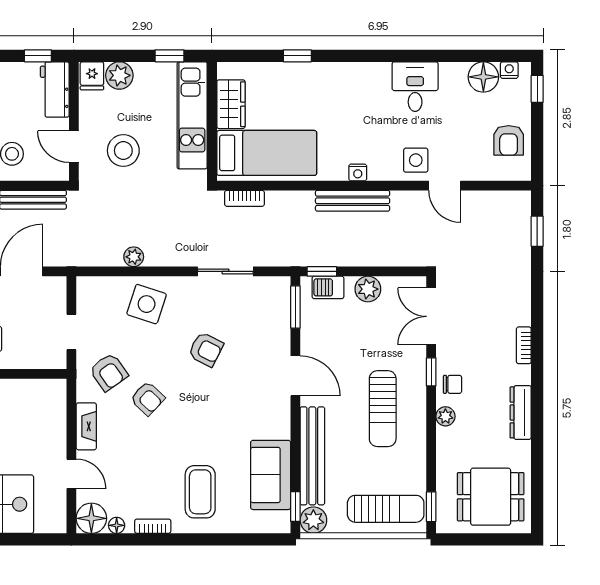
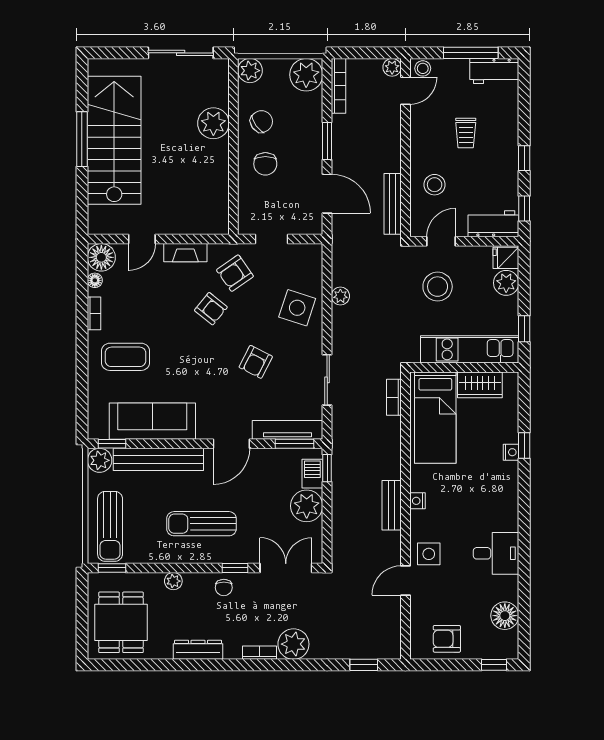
nightstand: (509, 70) -> (511, 452), moved
bench: (353, 201) -> (392, 505), width x0.73
plant: (368, 289) -> (307, 506), width x1.36, depth x1.36
plant: (514, 308) -> (293, 644), added
tv unit: (280, 315) -> (287, 430), added
armchair: (148, 398) -> (211, 309), turned -94
plant: (445, 416) -> (173, 581), moved
sofa: (271, 475) -> (152, 421), width x1.36

